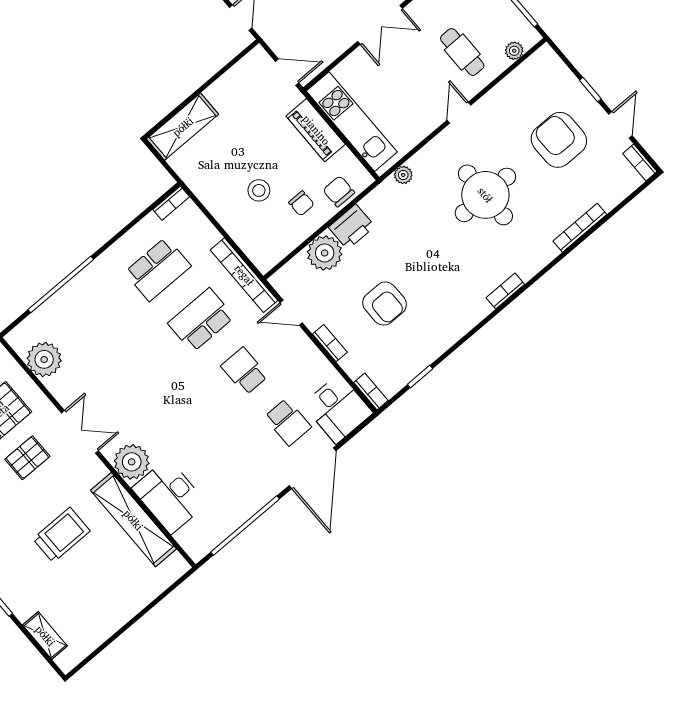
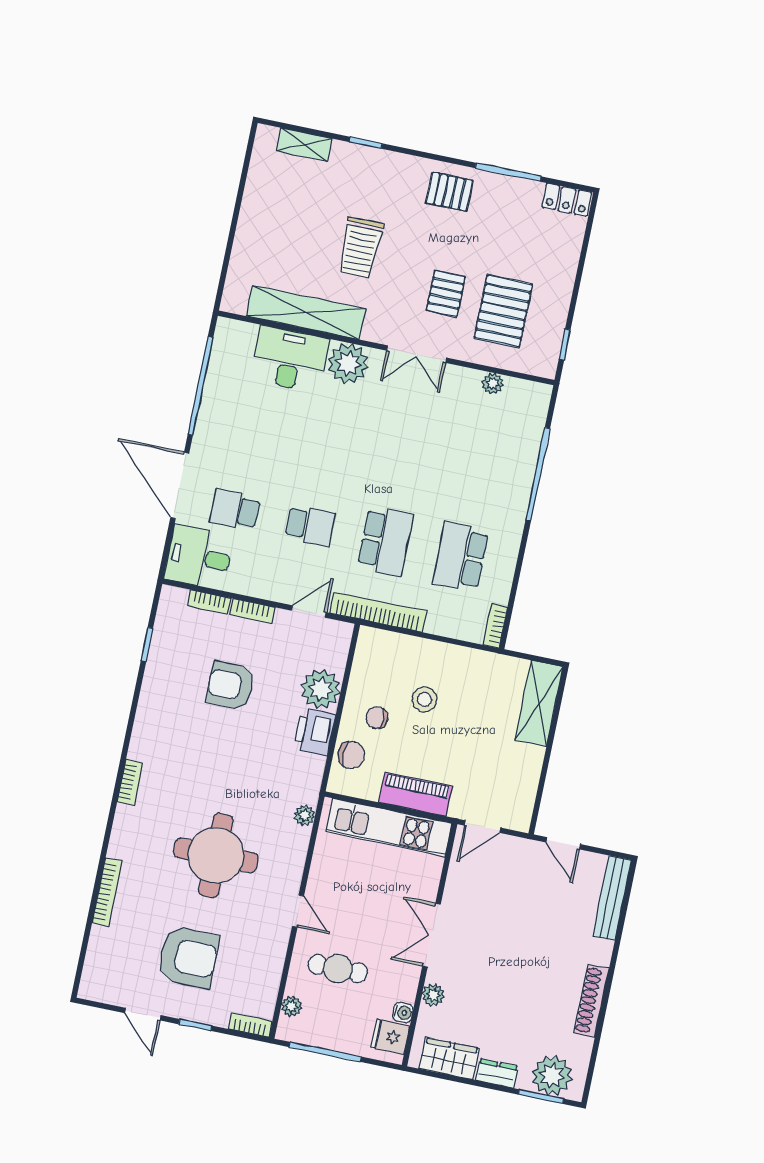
bookcase: (640, 163) -> (250, 1025), moved
plant: (44, 359) -> (493, 384), width x0.53, depth x0.53
bookcase: (371, 391) -> (209, 602), moved

